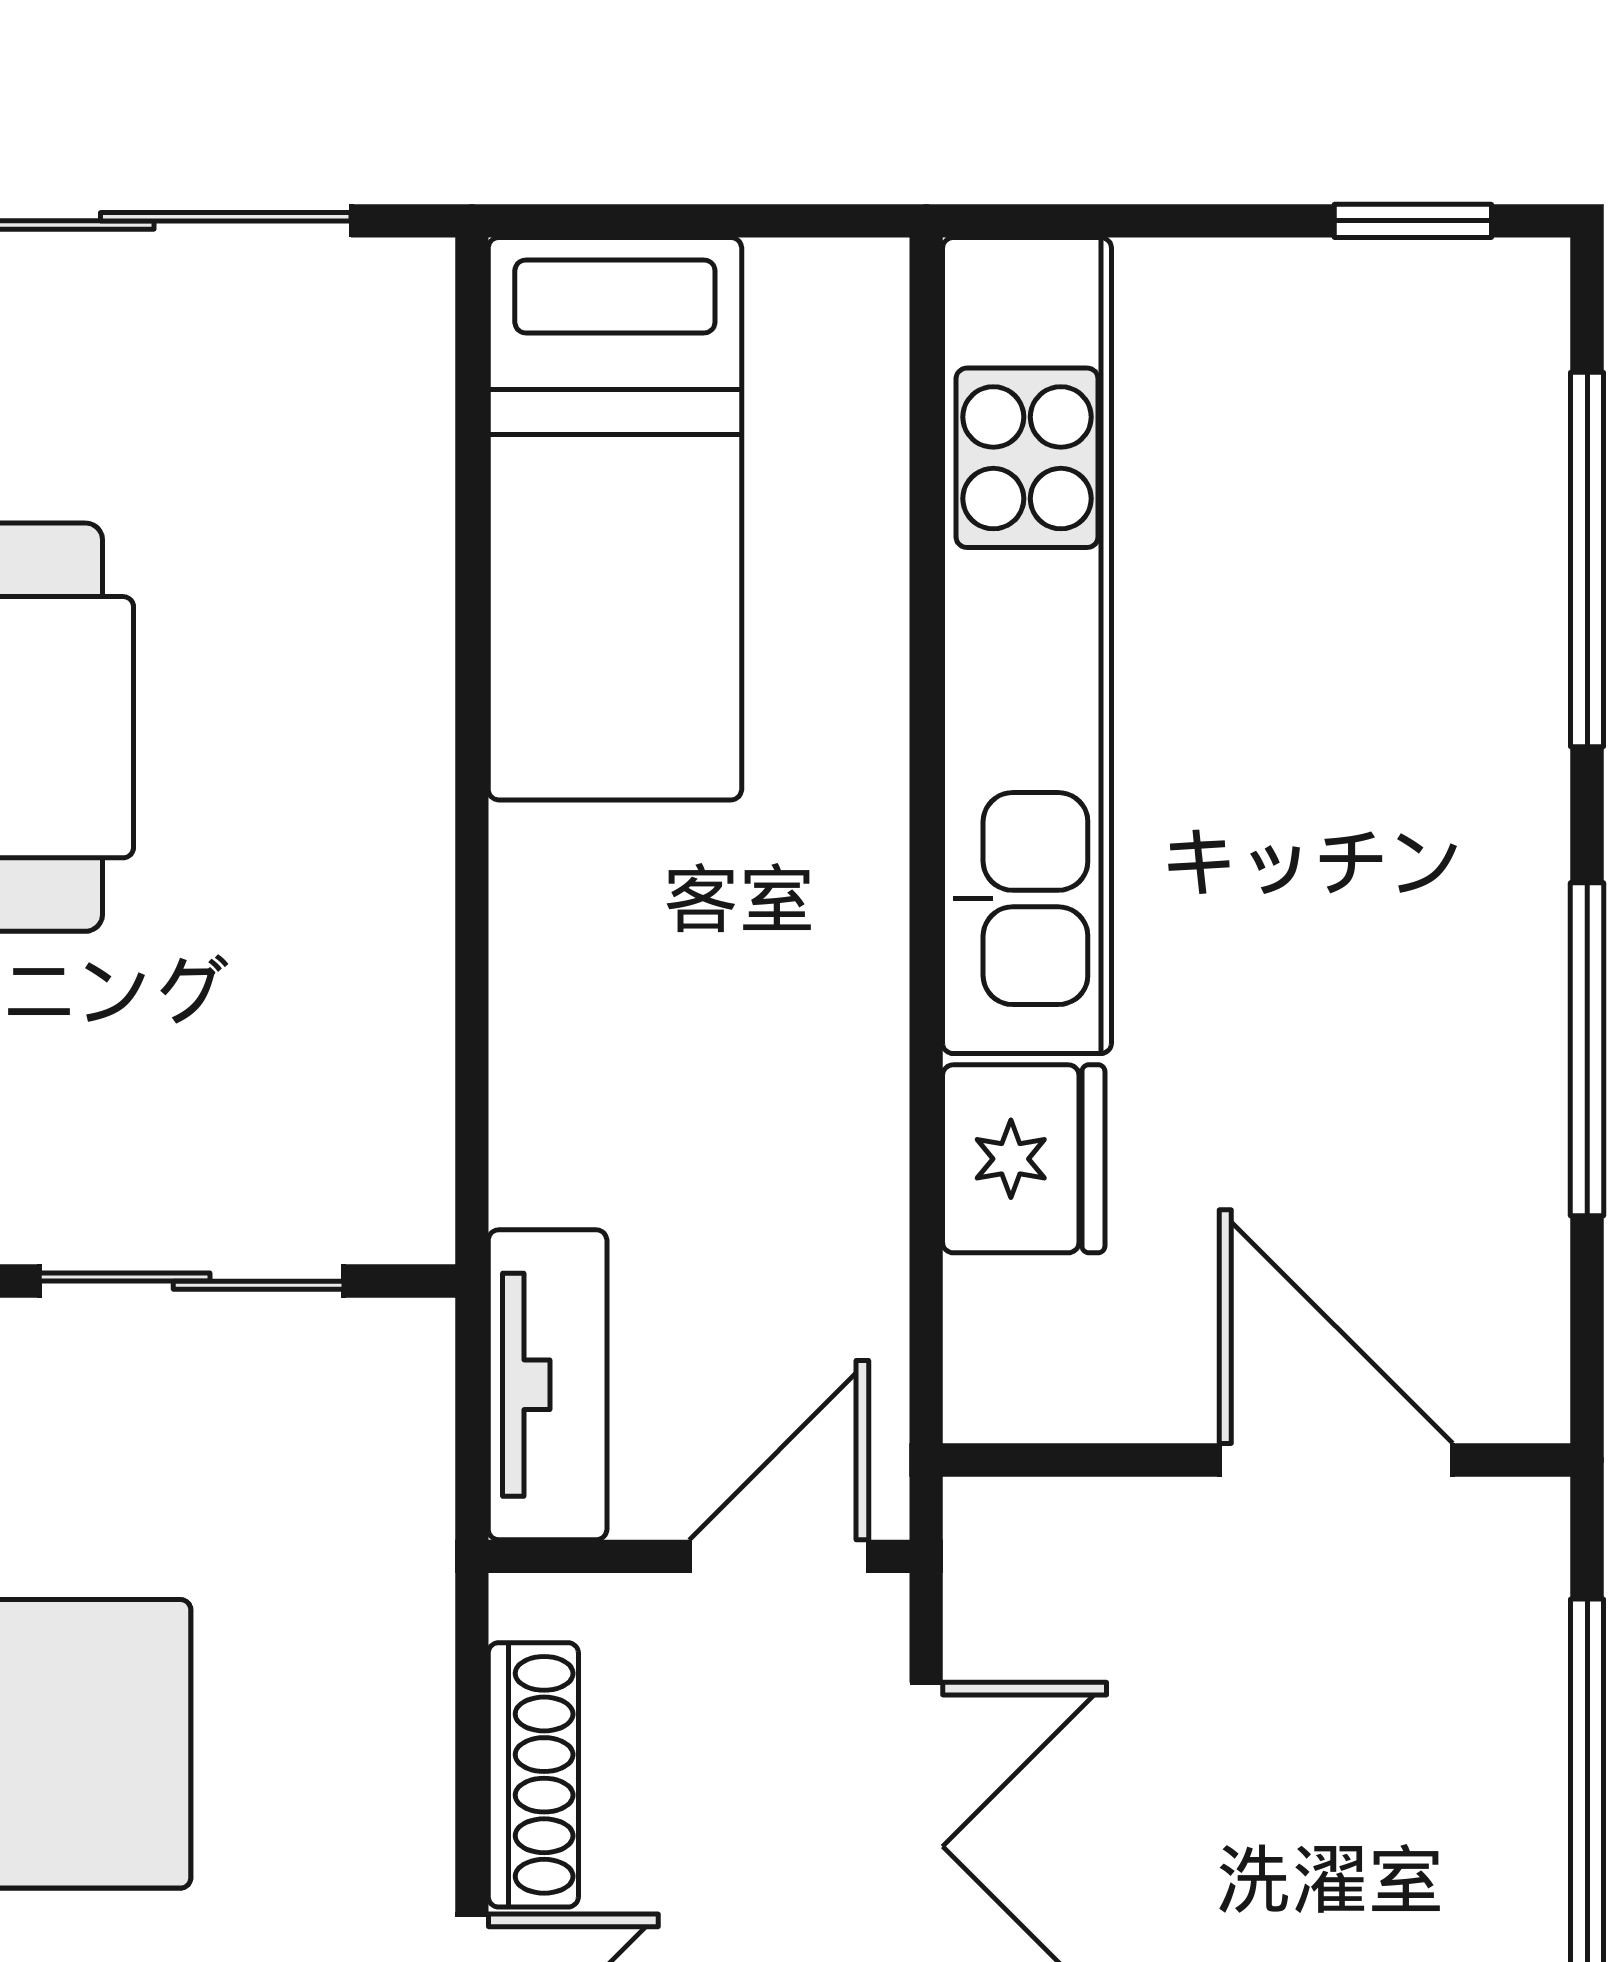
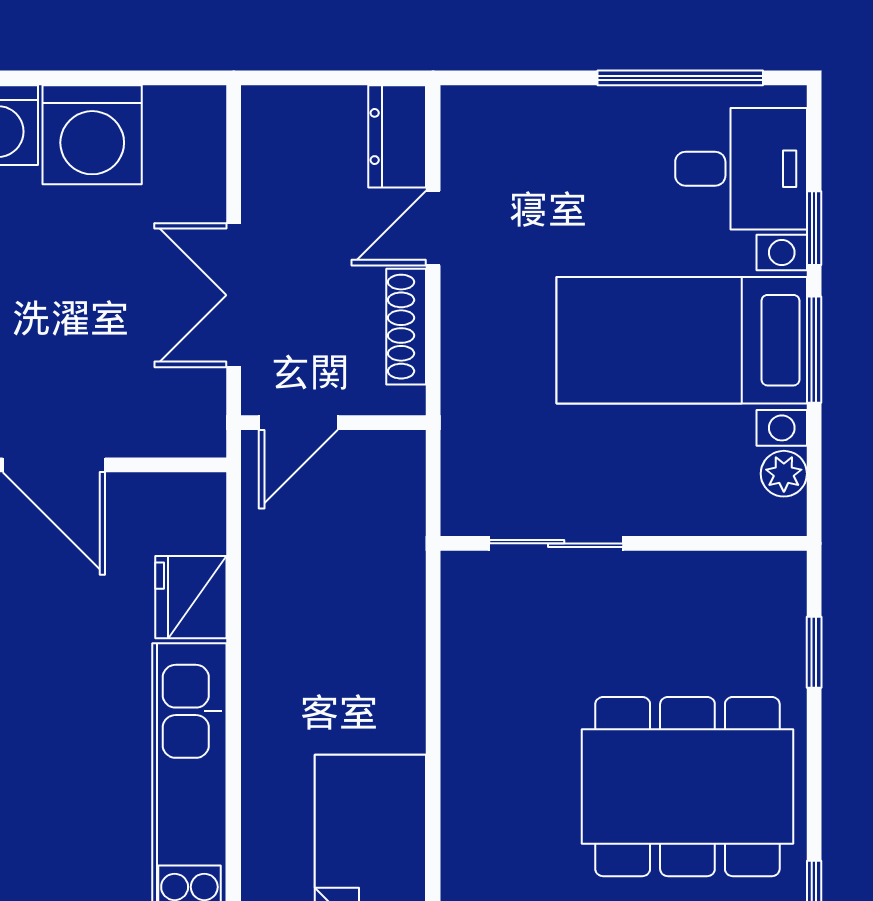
tv unit: (548, 1385) -> (400, 498), removed

